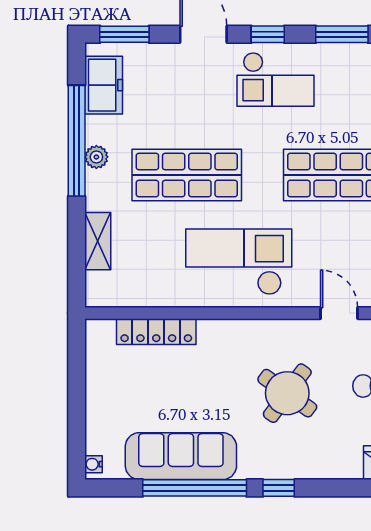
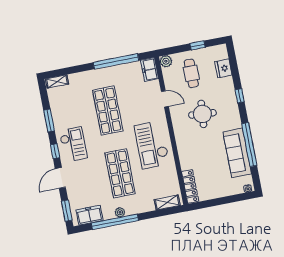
shelving: (98, 241) -> (167, 202), moved
door: (339, 313) -> (165, 99), swing flipped
locker: (156, 332) -> (190, 186), moved
round table: (287, 393) -> (202, 114), turned -31
window: (279, 488) -> (240, 96), moved

